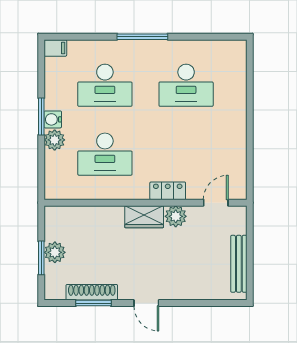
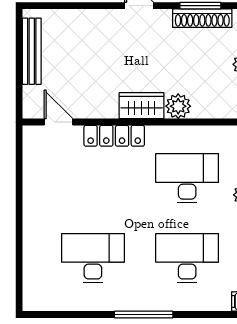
locker: (168, 191) -> (114, 136), width x1.53
door: (216, 203) -> (59, 122), swing flipped
plant: (176, 216) -> (178, 106), moved

